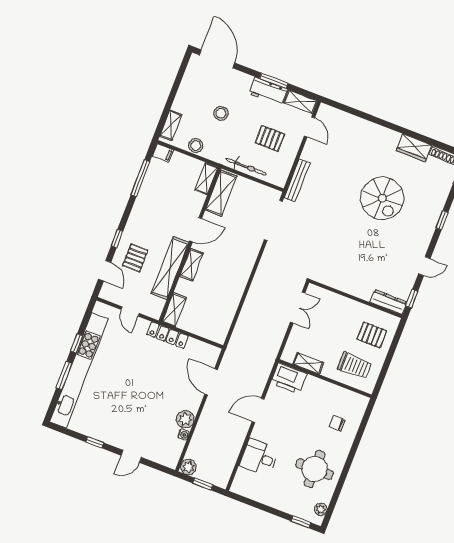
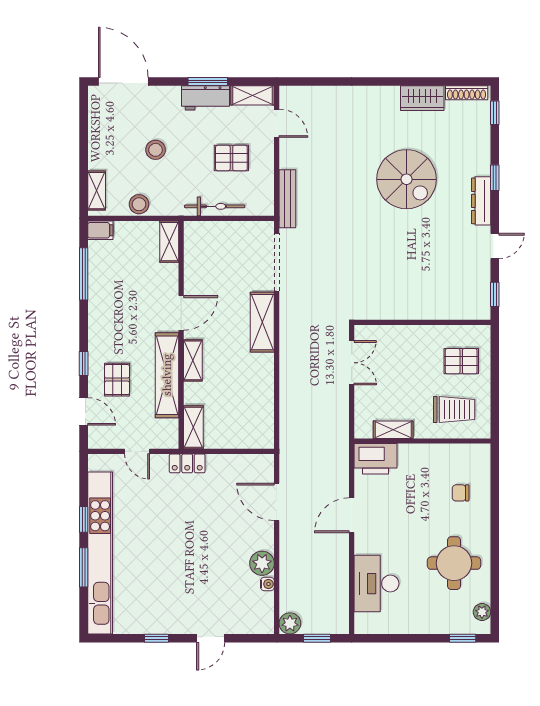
shelving: (221, 193) -> (262, 322), moved
dresser: (389, 302) -> (481, 201), moved, turned -90
locker: (168, 335) -> (187, 463), width x0.66
desk: (259, 457) -> (376, 584), width x1.37

